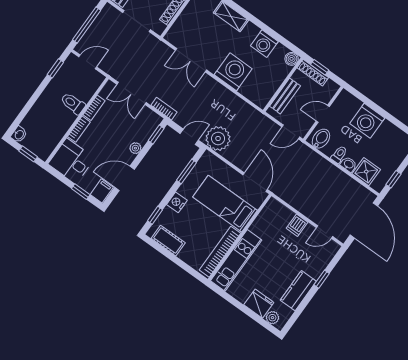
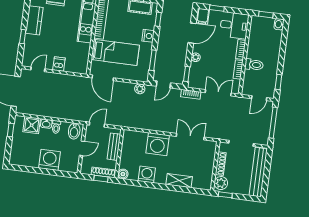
plant: (218, 138) -> (140, 89), width x0.53, depth x0.53

